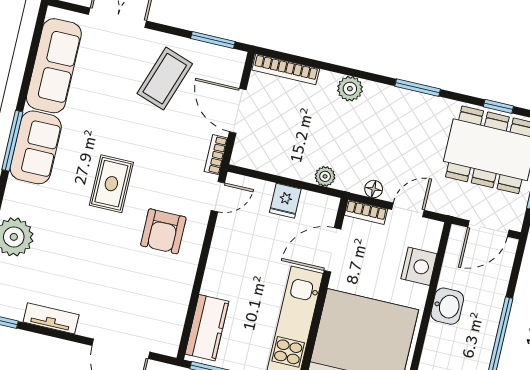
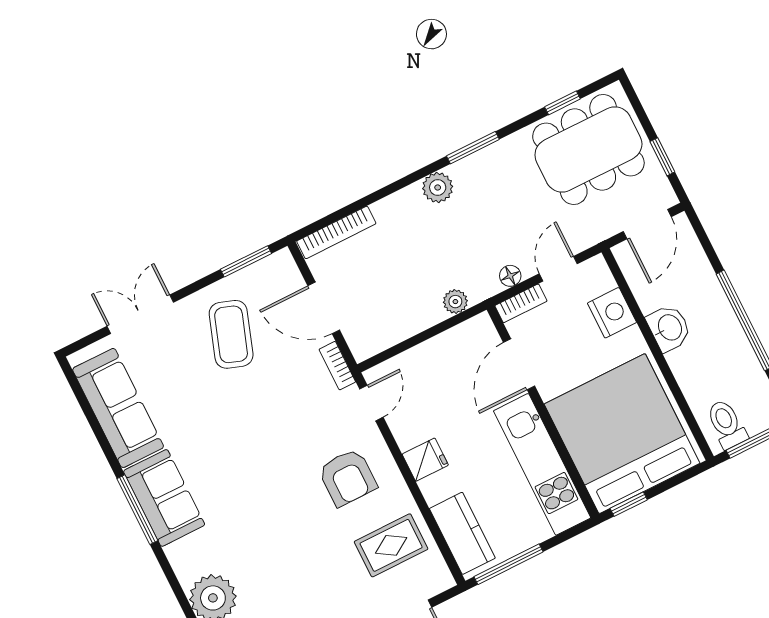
plant: (350, 89) -> (438, 188), moved
rug: (111, 184) -> (391, 545), moved, turned 90
fridge: (285, 201) -> (425, 460), moved, turned -90

